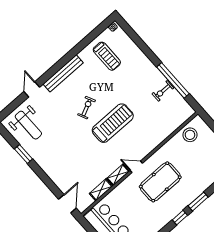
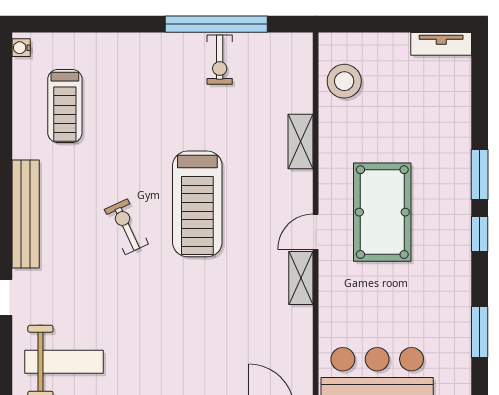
treadmill: (107, 56) -> (65, 106), turned 90
treadmill: (113, 123) -> (197, 204), turned 180
shelving: (101, 190) -> (301, 142), moved

